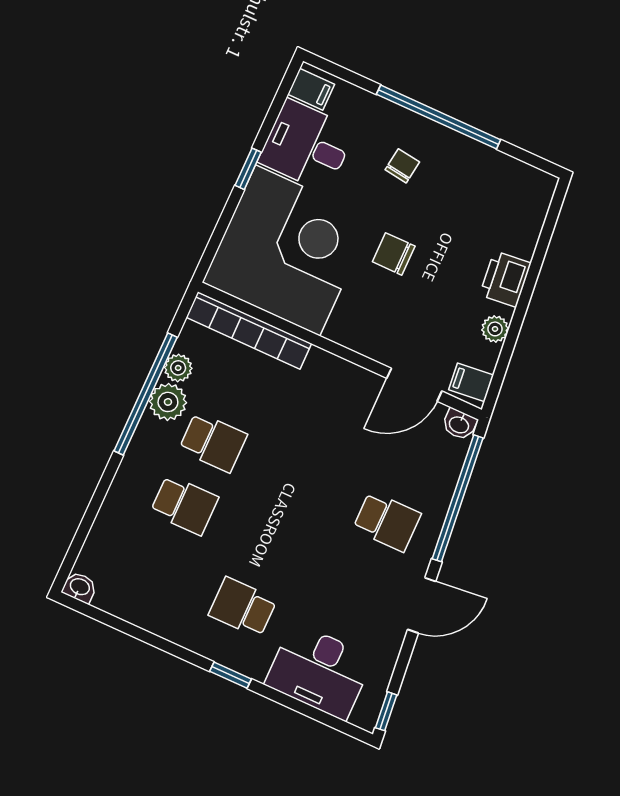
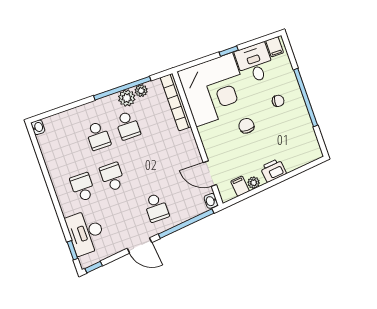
filing cabinet: (471, 382) -> (240, 186), moved
school desk: (271, 545) -> (112, 177), added
window: (231, 675) -> (72, 250), moved

